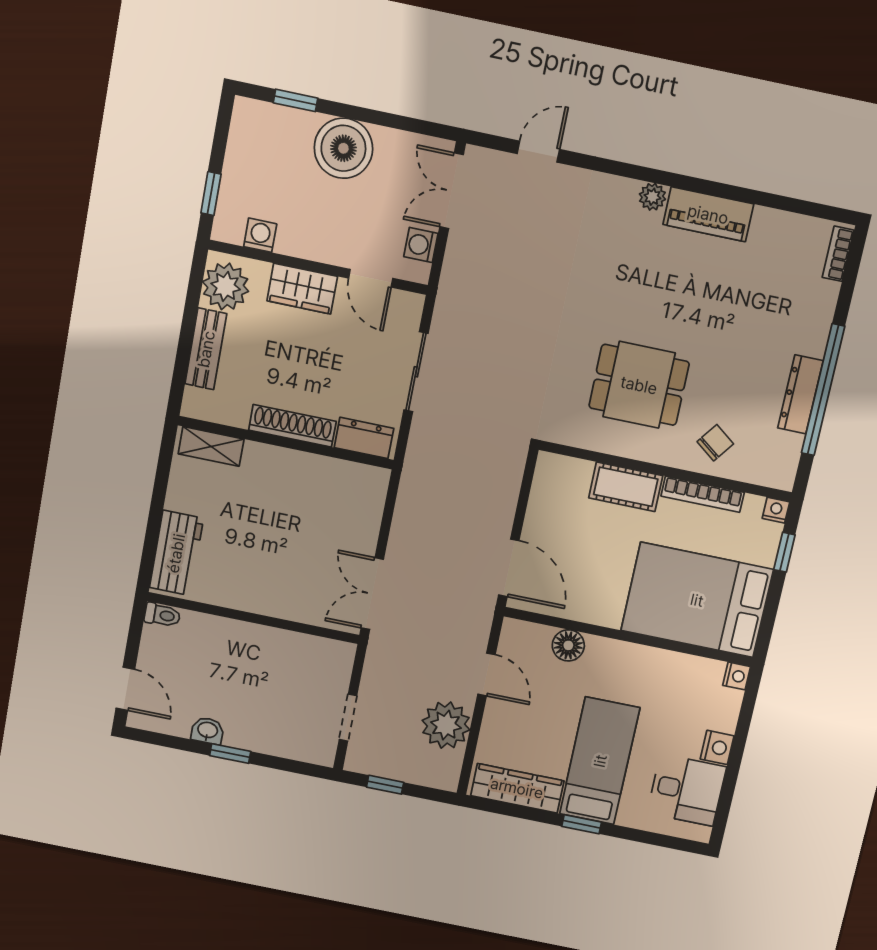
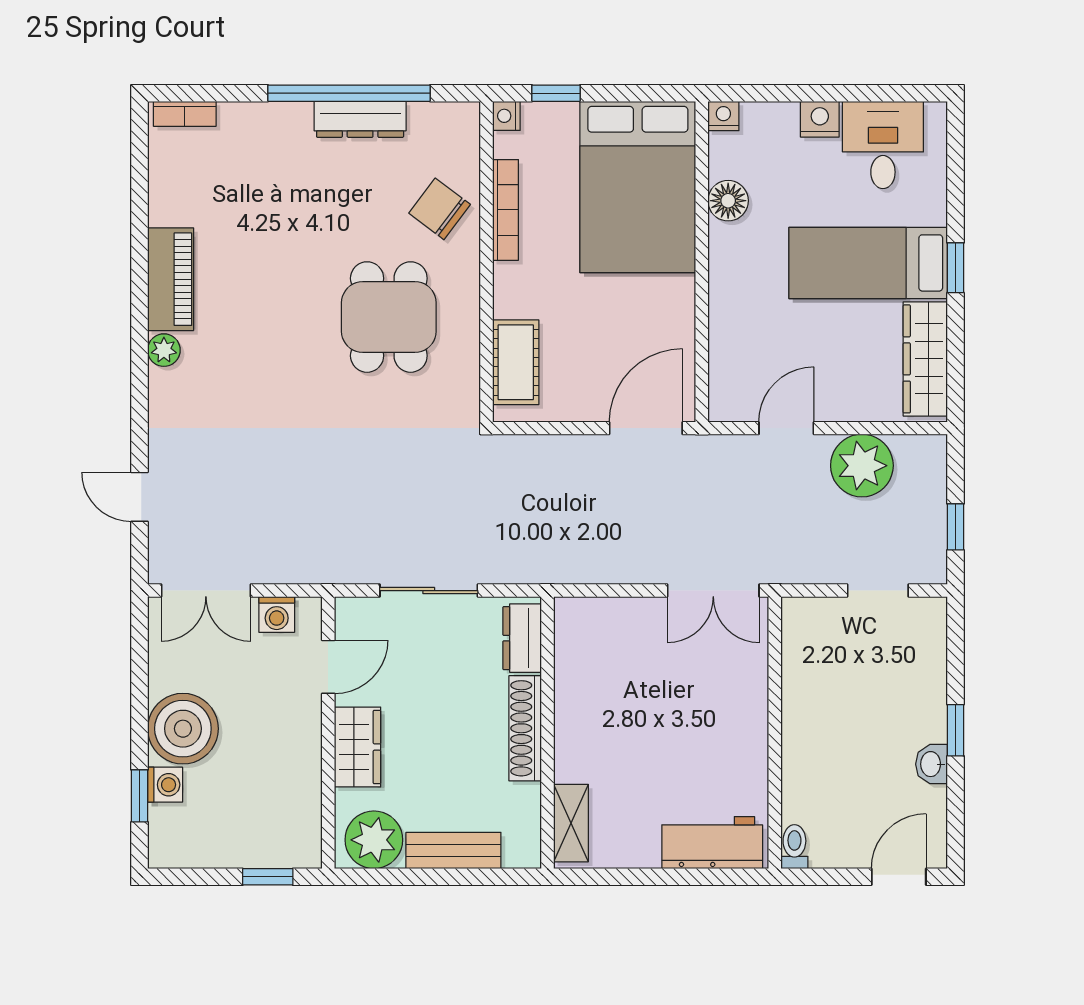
washing machine: (260, 235) -> (165, 785), moved, turned 180
chair: (715, 443) -> (440, 209), width x1.37, depth x1.37
cot: (626, 487) -> (516, 362), moved
floor lamp: (568, 645) -> (728, 201), moved

